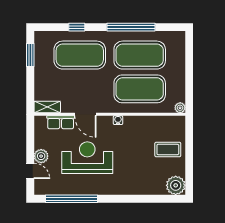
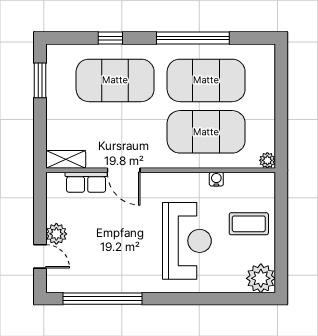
water cooler: (118, 120) -> (216, 179), moved
reception desk: (87, 158) -> (187, 241), moved, turned 90

